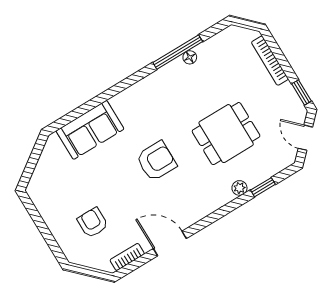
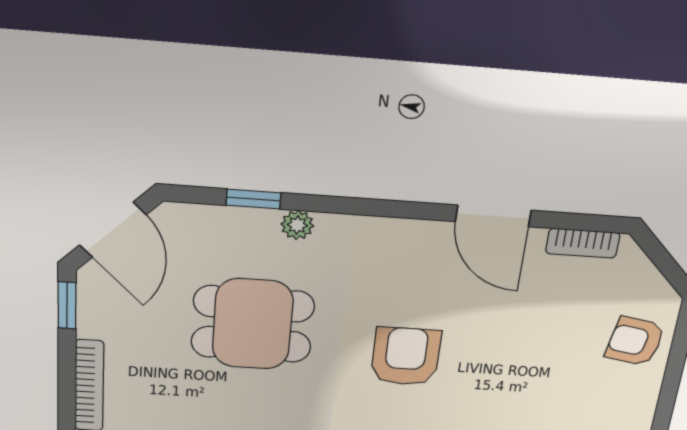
door: (305, 138) -> (113, 230), width x1.38
armchair: (156, 161) -> (406, 357), turned 90
armchair: (93, 223) -> (635, 341), moved, turned 100

